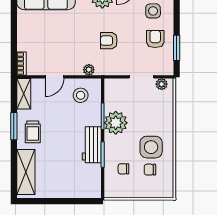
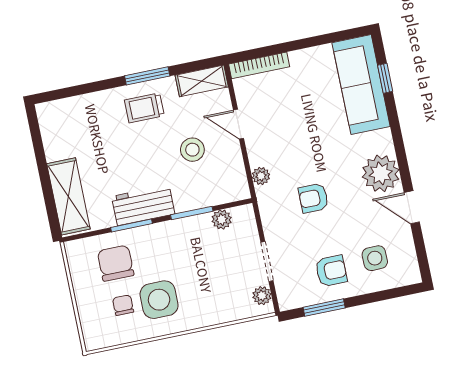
armchair: (109, 41) -> (313, 198), turned -90
bookcase: (21, 64) -> (259, 65), width x1.56
stool: (81, 95) -> (192, 150), moved
plant: (116, 123) -> (222, 219), moved, width x0.53, depth x0.53
chair: (123, 169) -> (116, 263), width x1.87, depth x1.87
shelving: (26, 172) -> (68, 196), moved, turned 90

